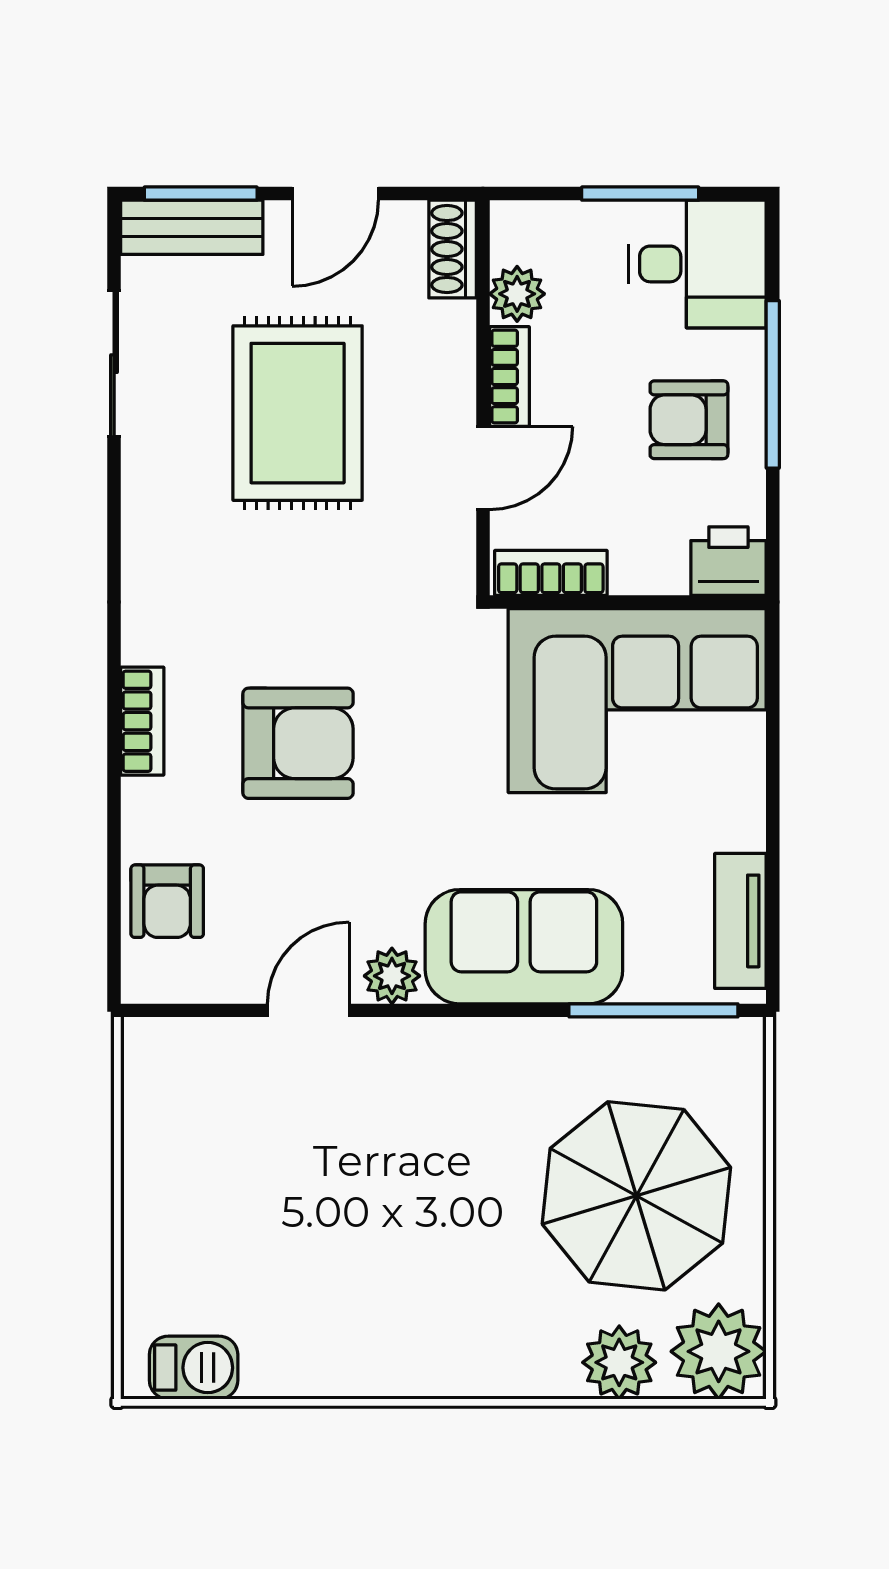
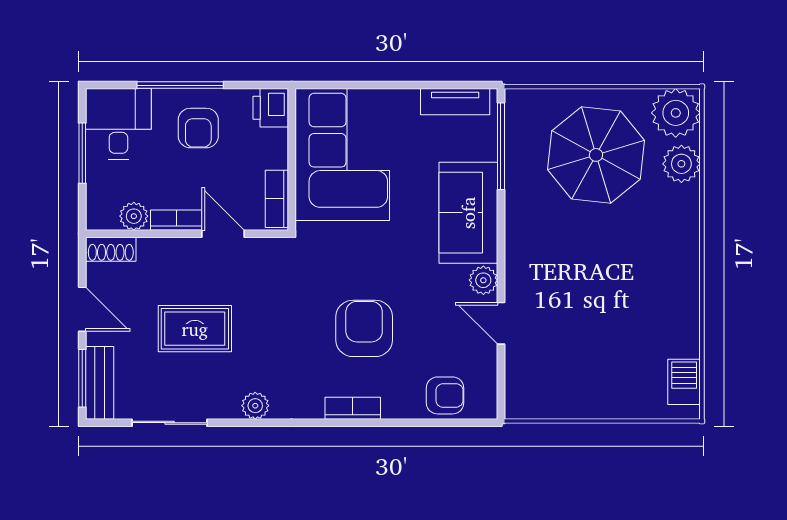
rug: (298, 413) -> (195, 329), width x0.73, depth x0.70
plant: (147, 531) -> (255, 406), added

